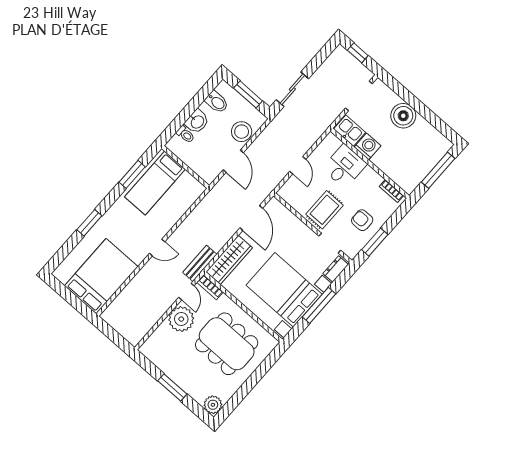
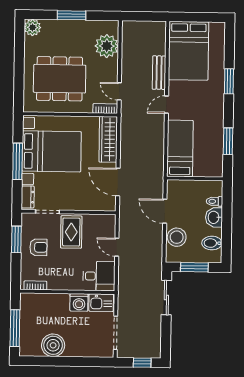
boiler: (403, 116) -> (53, 345), moved
desk: (344, 166) -> (99, 276), moved, turned -90
bed: (155, 183) -> (180, 148), moved
bench: (200, 263) -> (159, 73), moved
plant: (181, 319) -> (107, 46), moved

